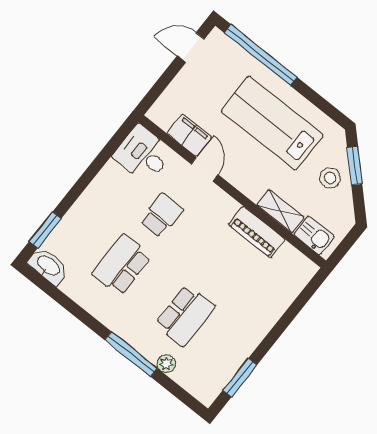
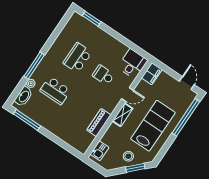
filing cabinet: (189, 135) -> (152, 74), moved
shelving: (281, 211) -> (123, 115), moved
school desk: (161, 215) -> (103, 75), turned 180
school desk: (122, 265) -> (77, 58), turned -90
washbasin: (48, 266) -> (24, 96), moved
window: (240, 378) -> (27, 120), width x1.44

